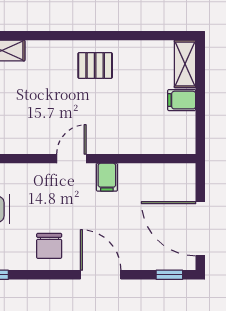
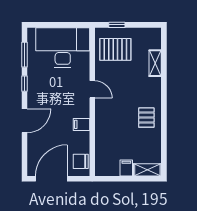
door: (71, 159) -> (92, 89), moved
chair: (49, 246) -> (81, 161), moved
window: (169, 275) -> (25, 84), moved

